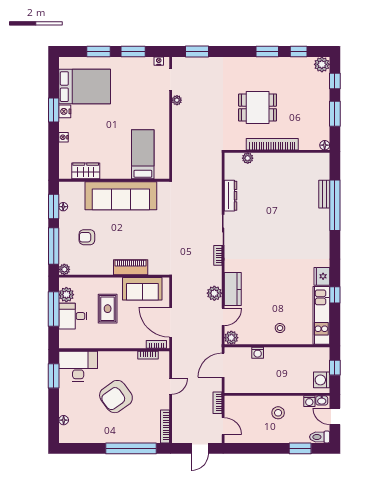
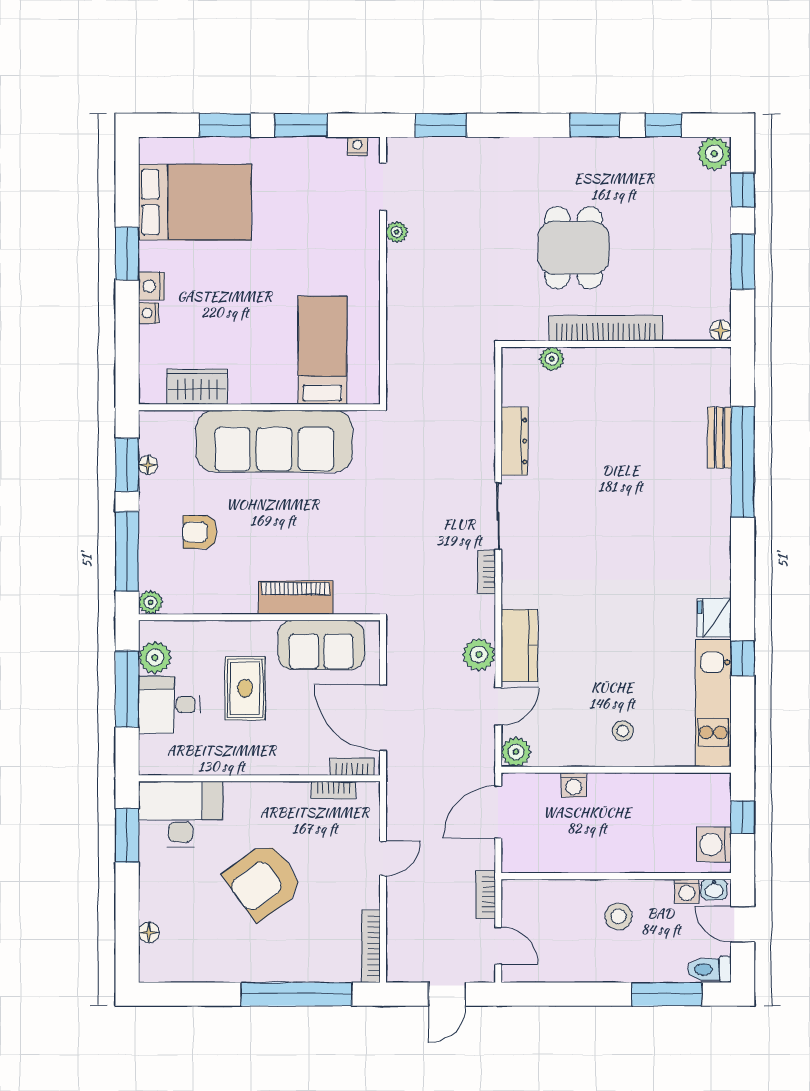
dining table: (258, 107) -> (574, 248), turned 90
nightstand: (65, 111) -> (151, 286), moved
window: (300, 448) -> (667, 994), width x1.44

